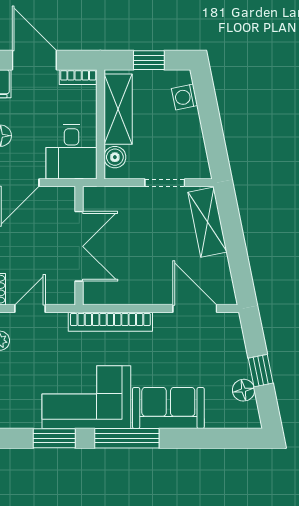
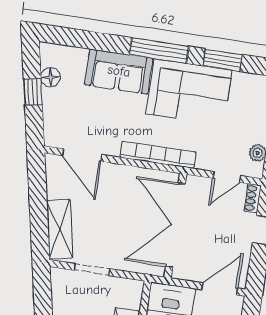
boiler: (115, 157) -> (132, 299), removed
double door: (79, 246) -> (175, 225), width x1.36

